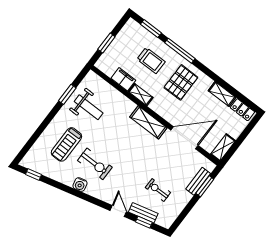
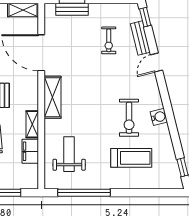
window: (67, 94) -> (84, 193), width x2.11
weight bench: (89, 107) -> (69, 154), moved
exercise bike: (95, 164) -> (129, 118), turned 180
window: (144, 222) -> (145, 17), moved

